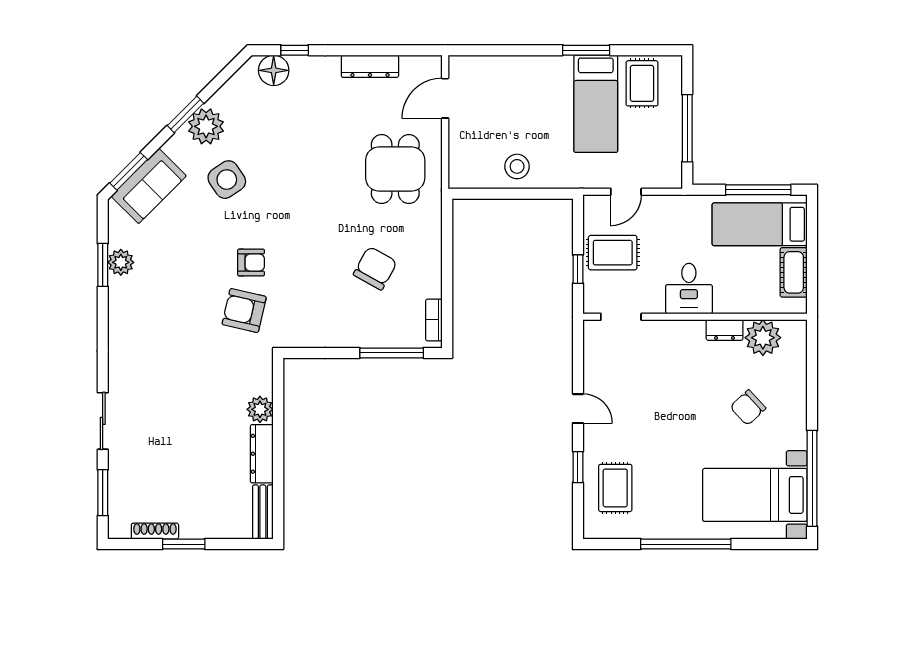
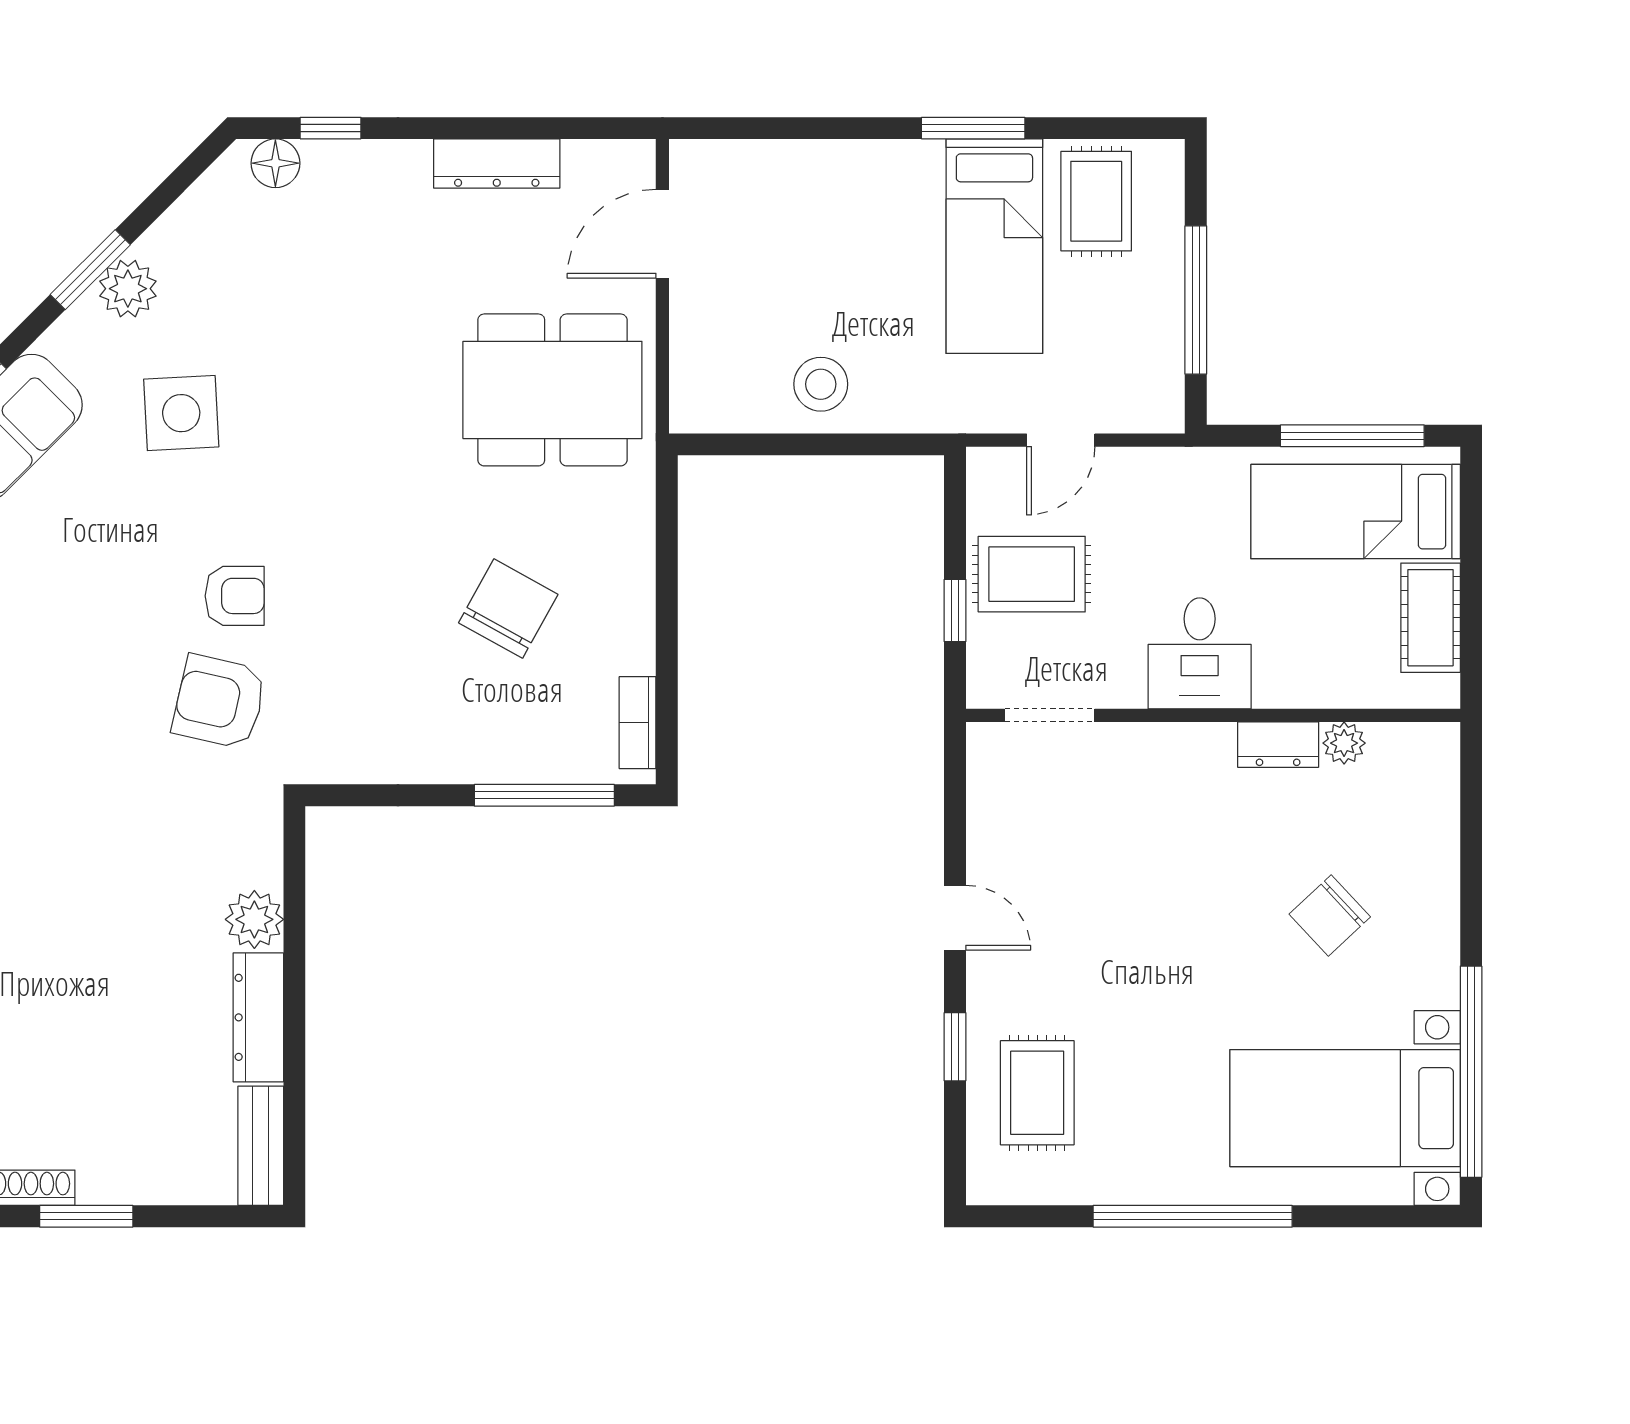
floor lamp: (274, 70) -> (275, 163), width x0.73, depth x0.73
plant: (206, 126) -> (128, 289), width x0.73, depth x0.73
dining table: (395, 169) -> (552, 390), width x1.38
side table: (227, 180) -> (181, 413), turned 31
plant: (763, 338) -> (1344, 743), width x0.53, depth x0.53

